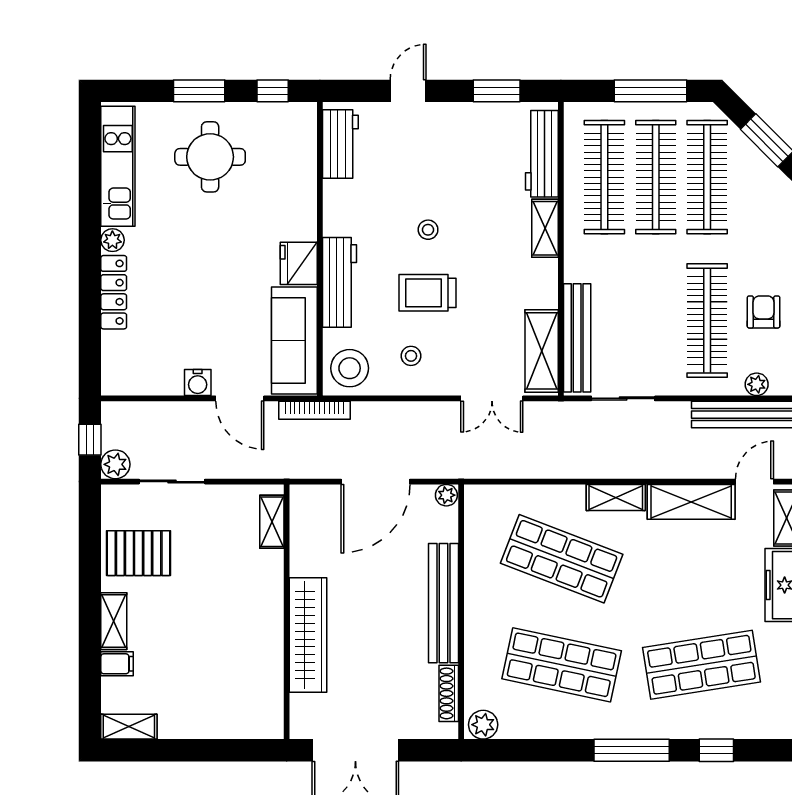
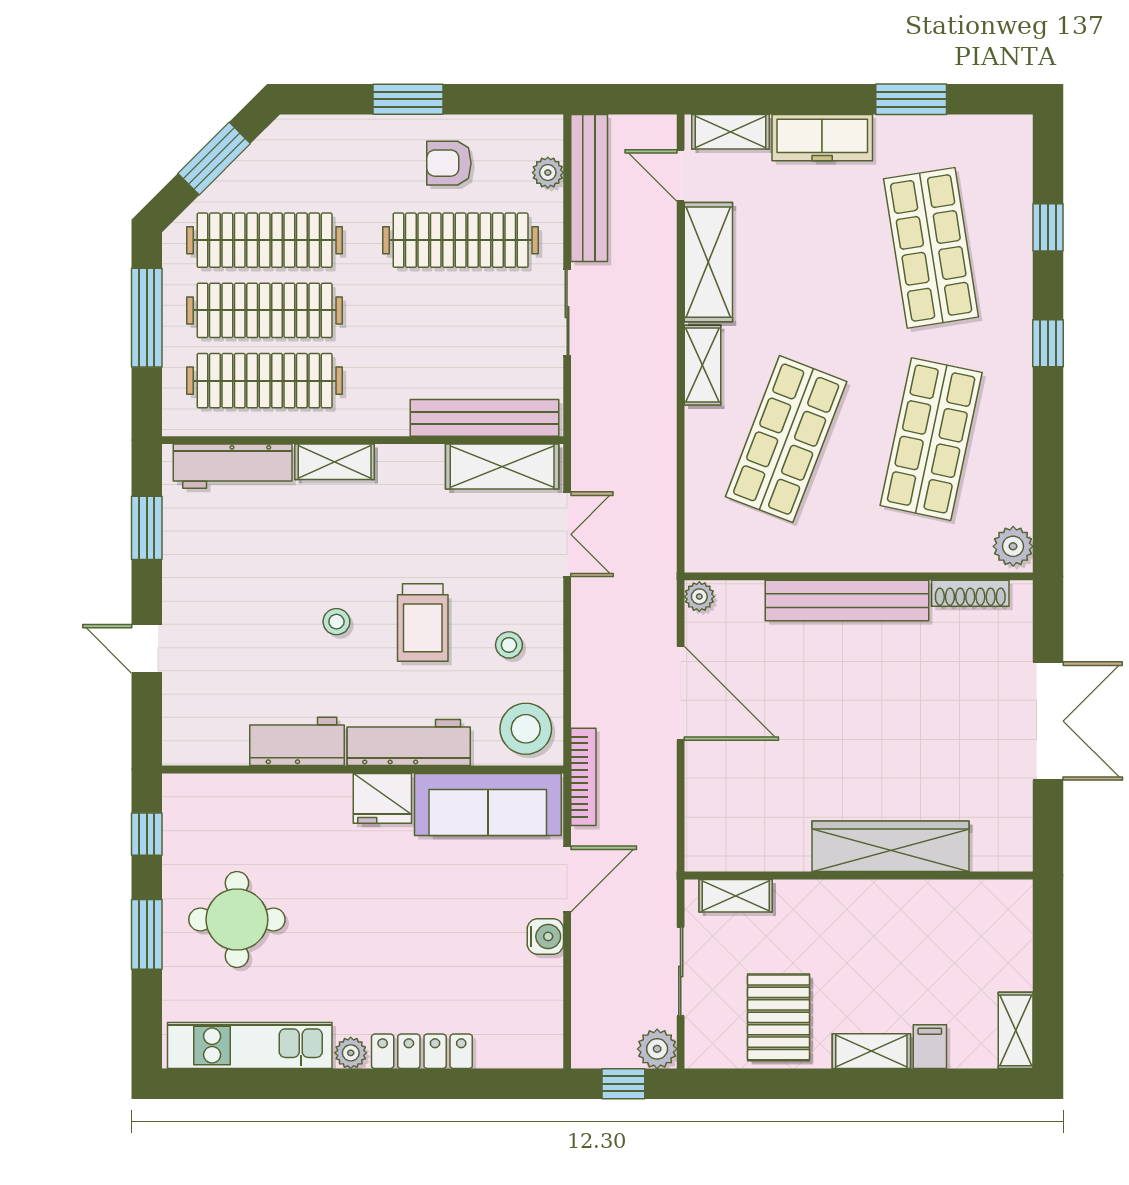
workbench: (340, 144) -> (297, 741), moved
sliding door: (623, 398) -> (567, 312), moved
shelving: (272, 522) -> (736, 896), moved
wall: (287, 612) -> (859, 876), moved
wardrobe: (308, 635) -> (890, 846), moved
window: (632, 750) -> (1048, 343), width x0.46

